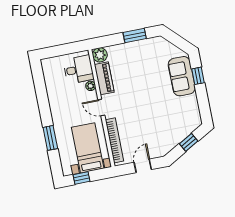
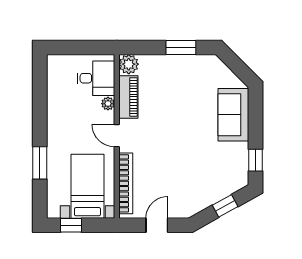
window: (198, 76) -> (255, 160), moved

